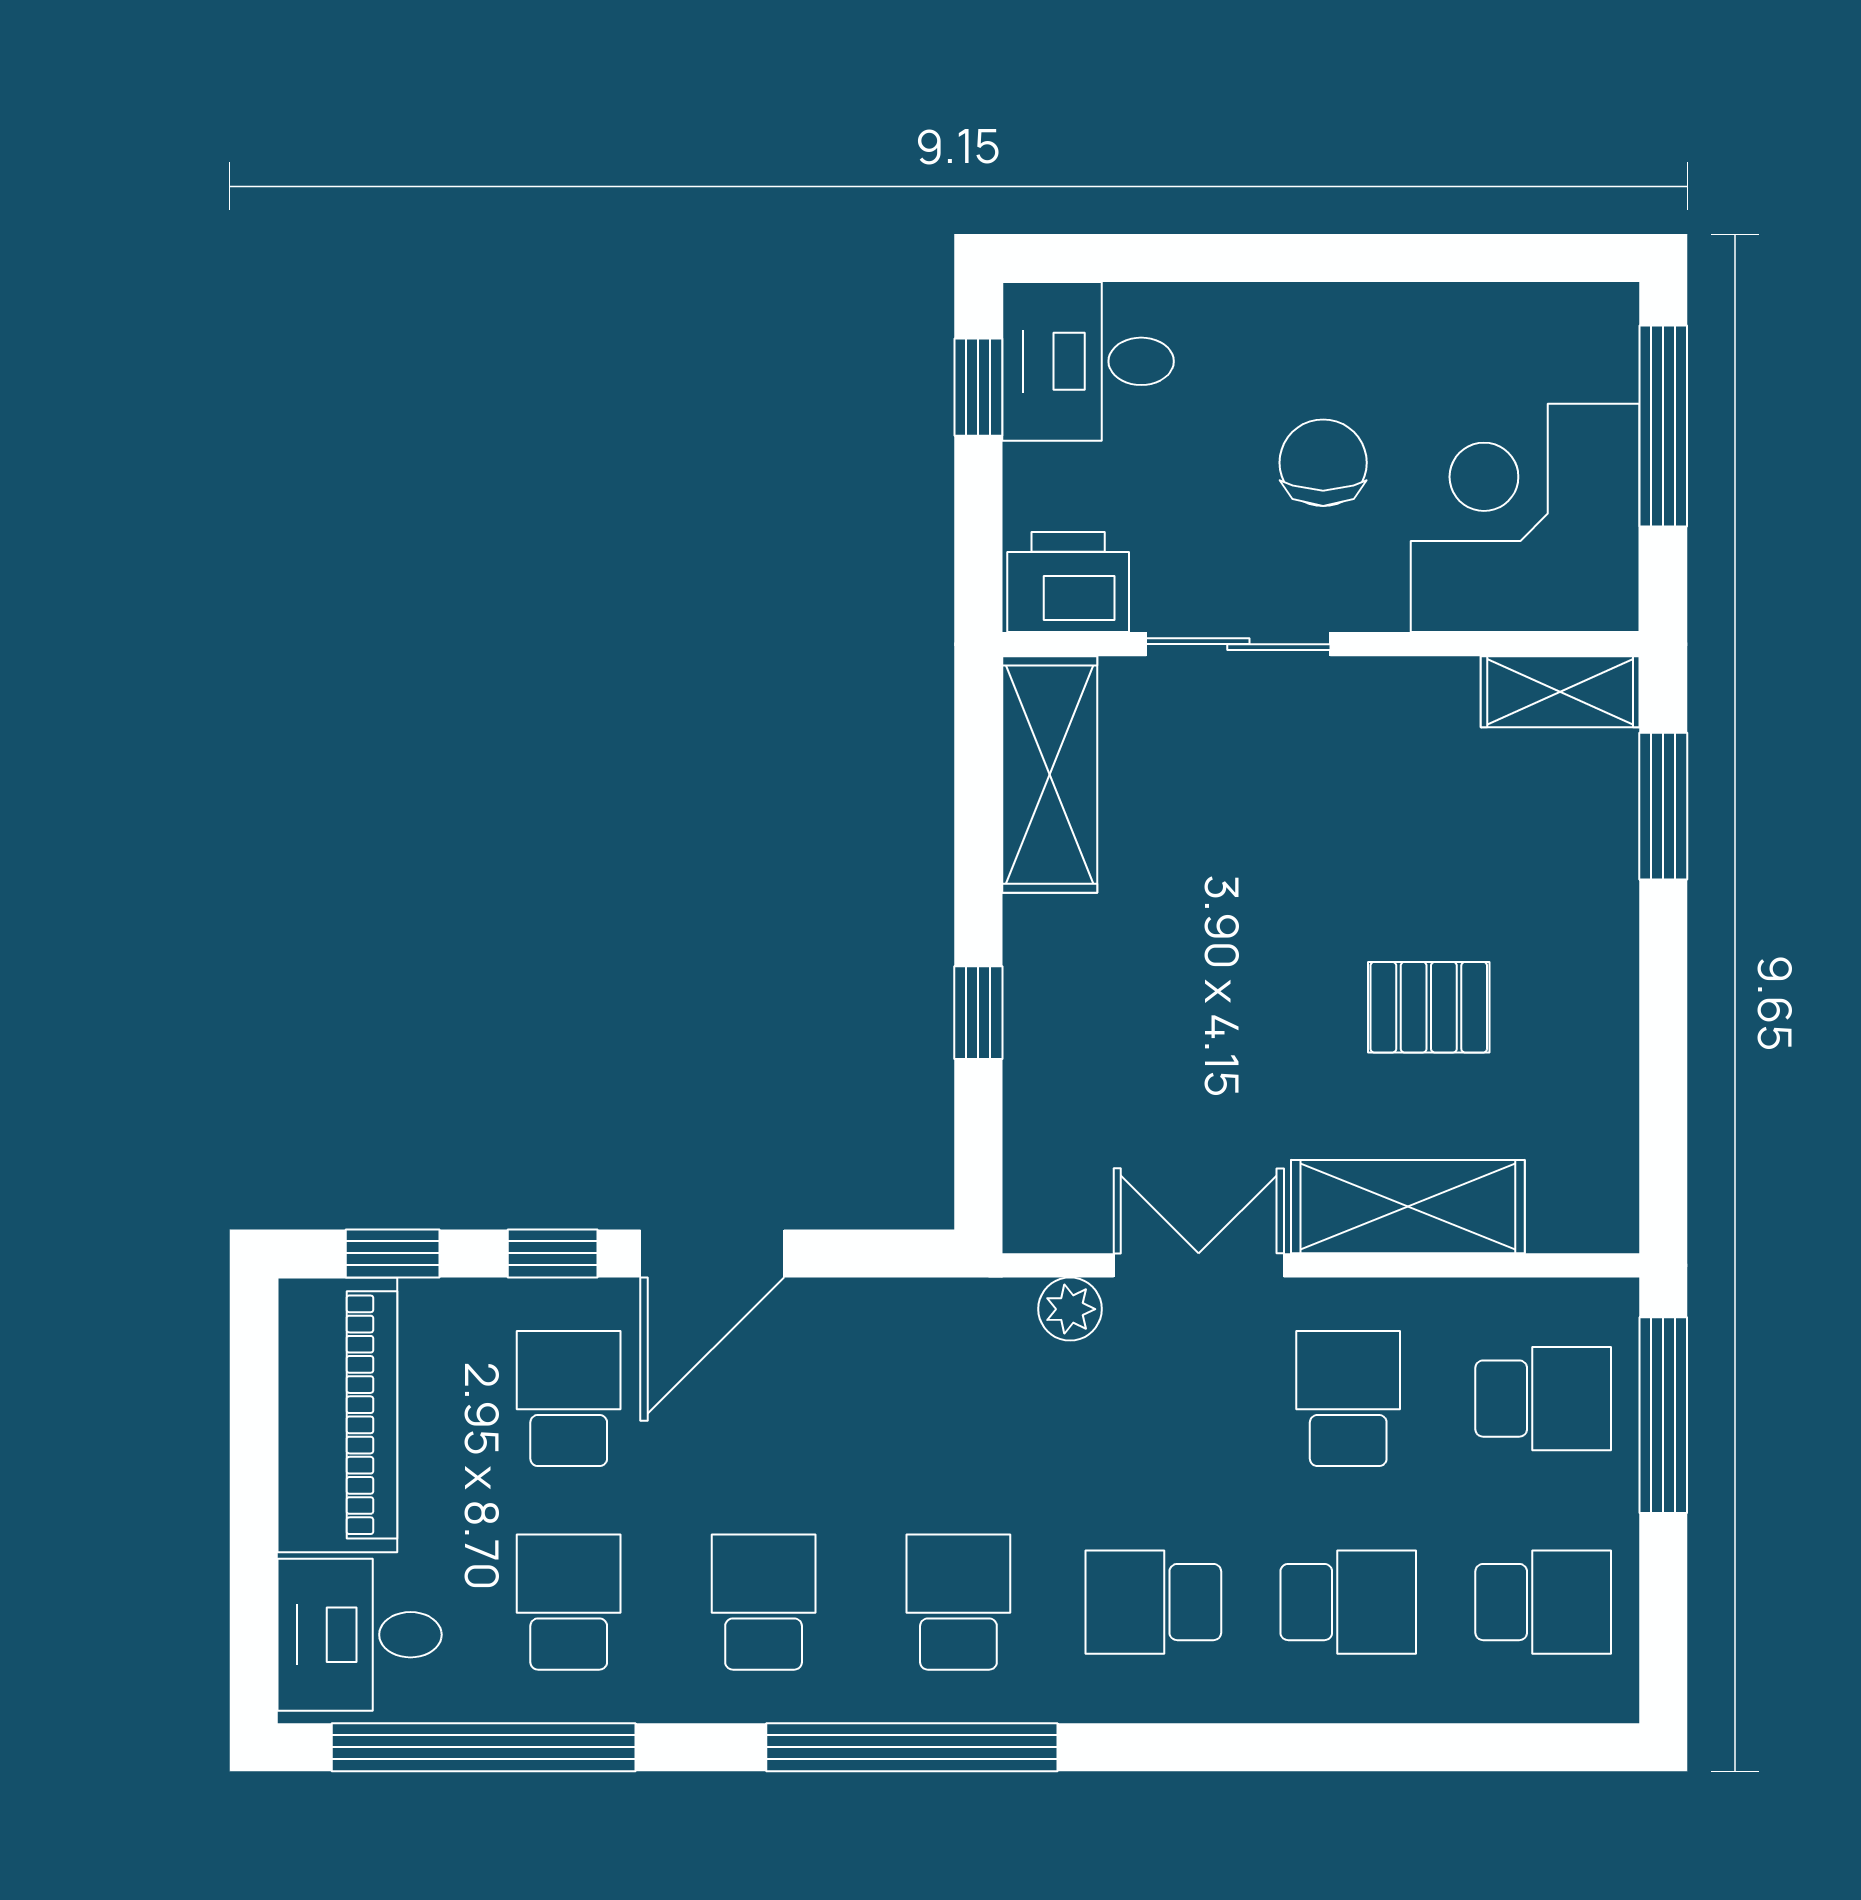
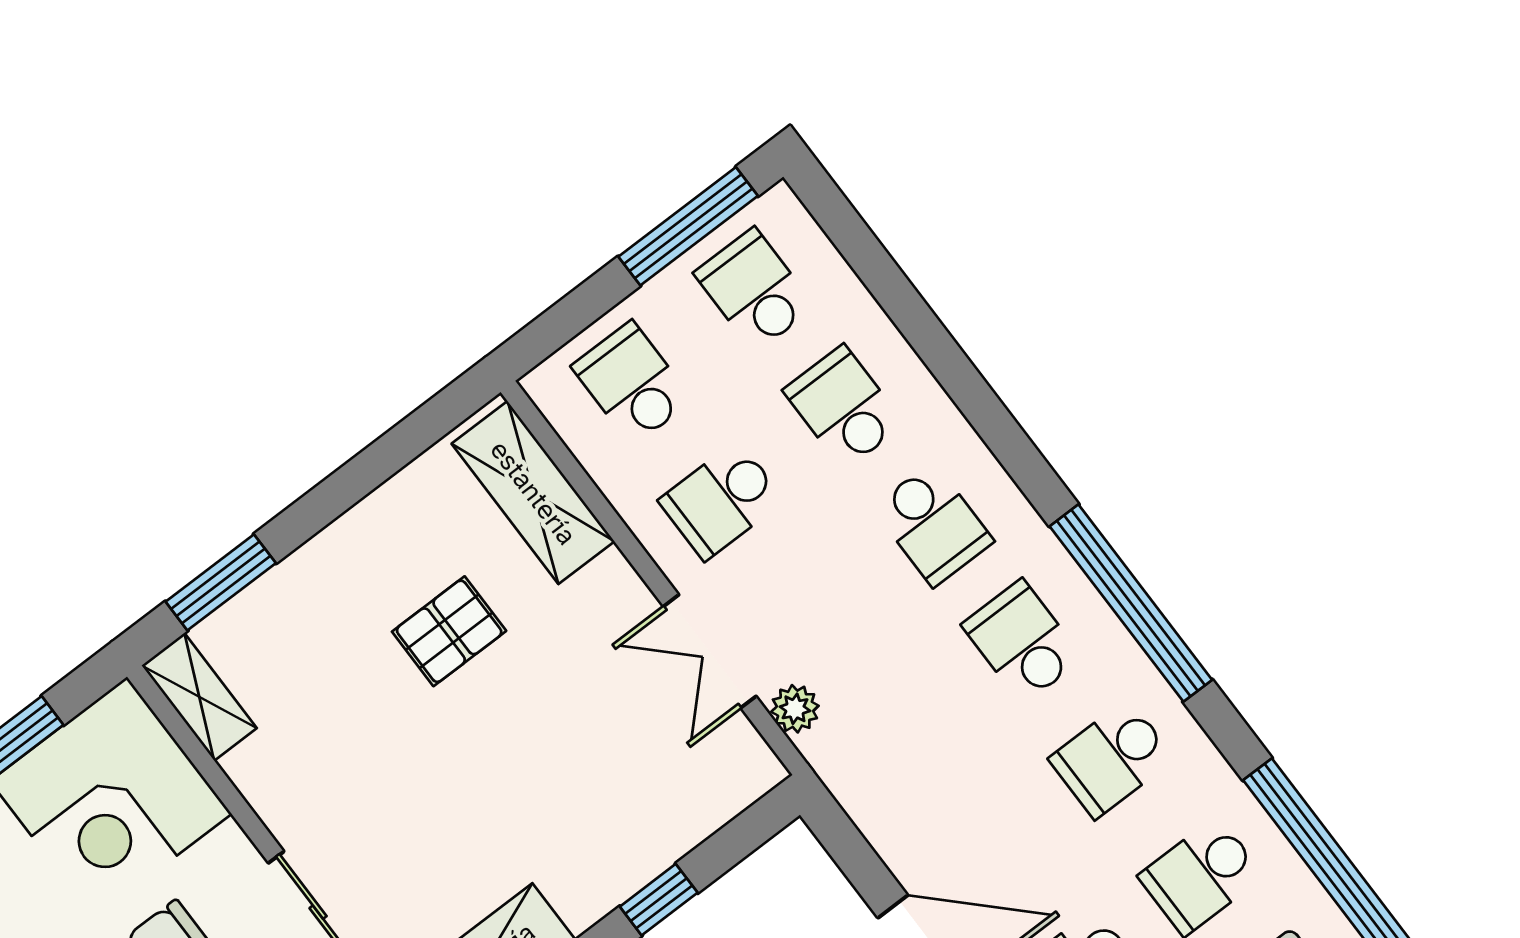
pallet: (1429, 1007) -> (449, 631), turned 90
shelving: (1408, 1207) -> (533, 493), moved
window: (1663, 1415) -> (688, 226), moved
school desk: (958, 1602) -> (1022, 642), turned 90

